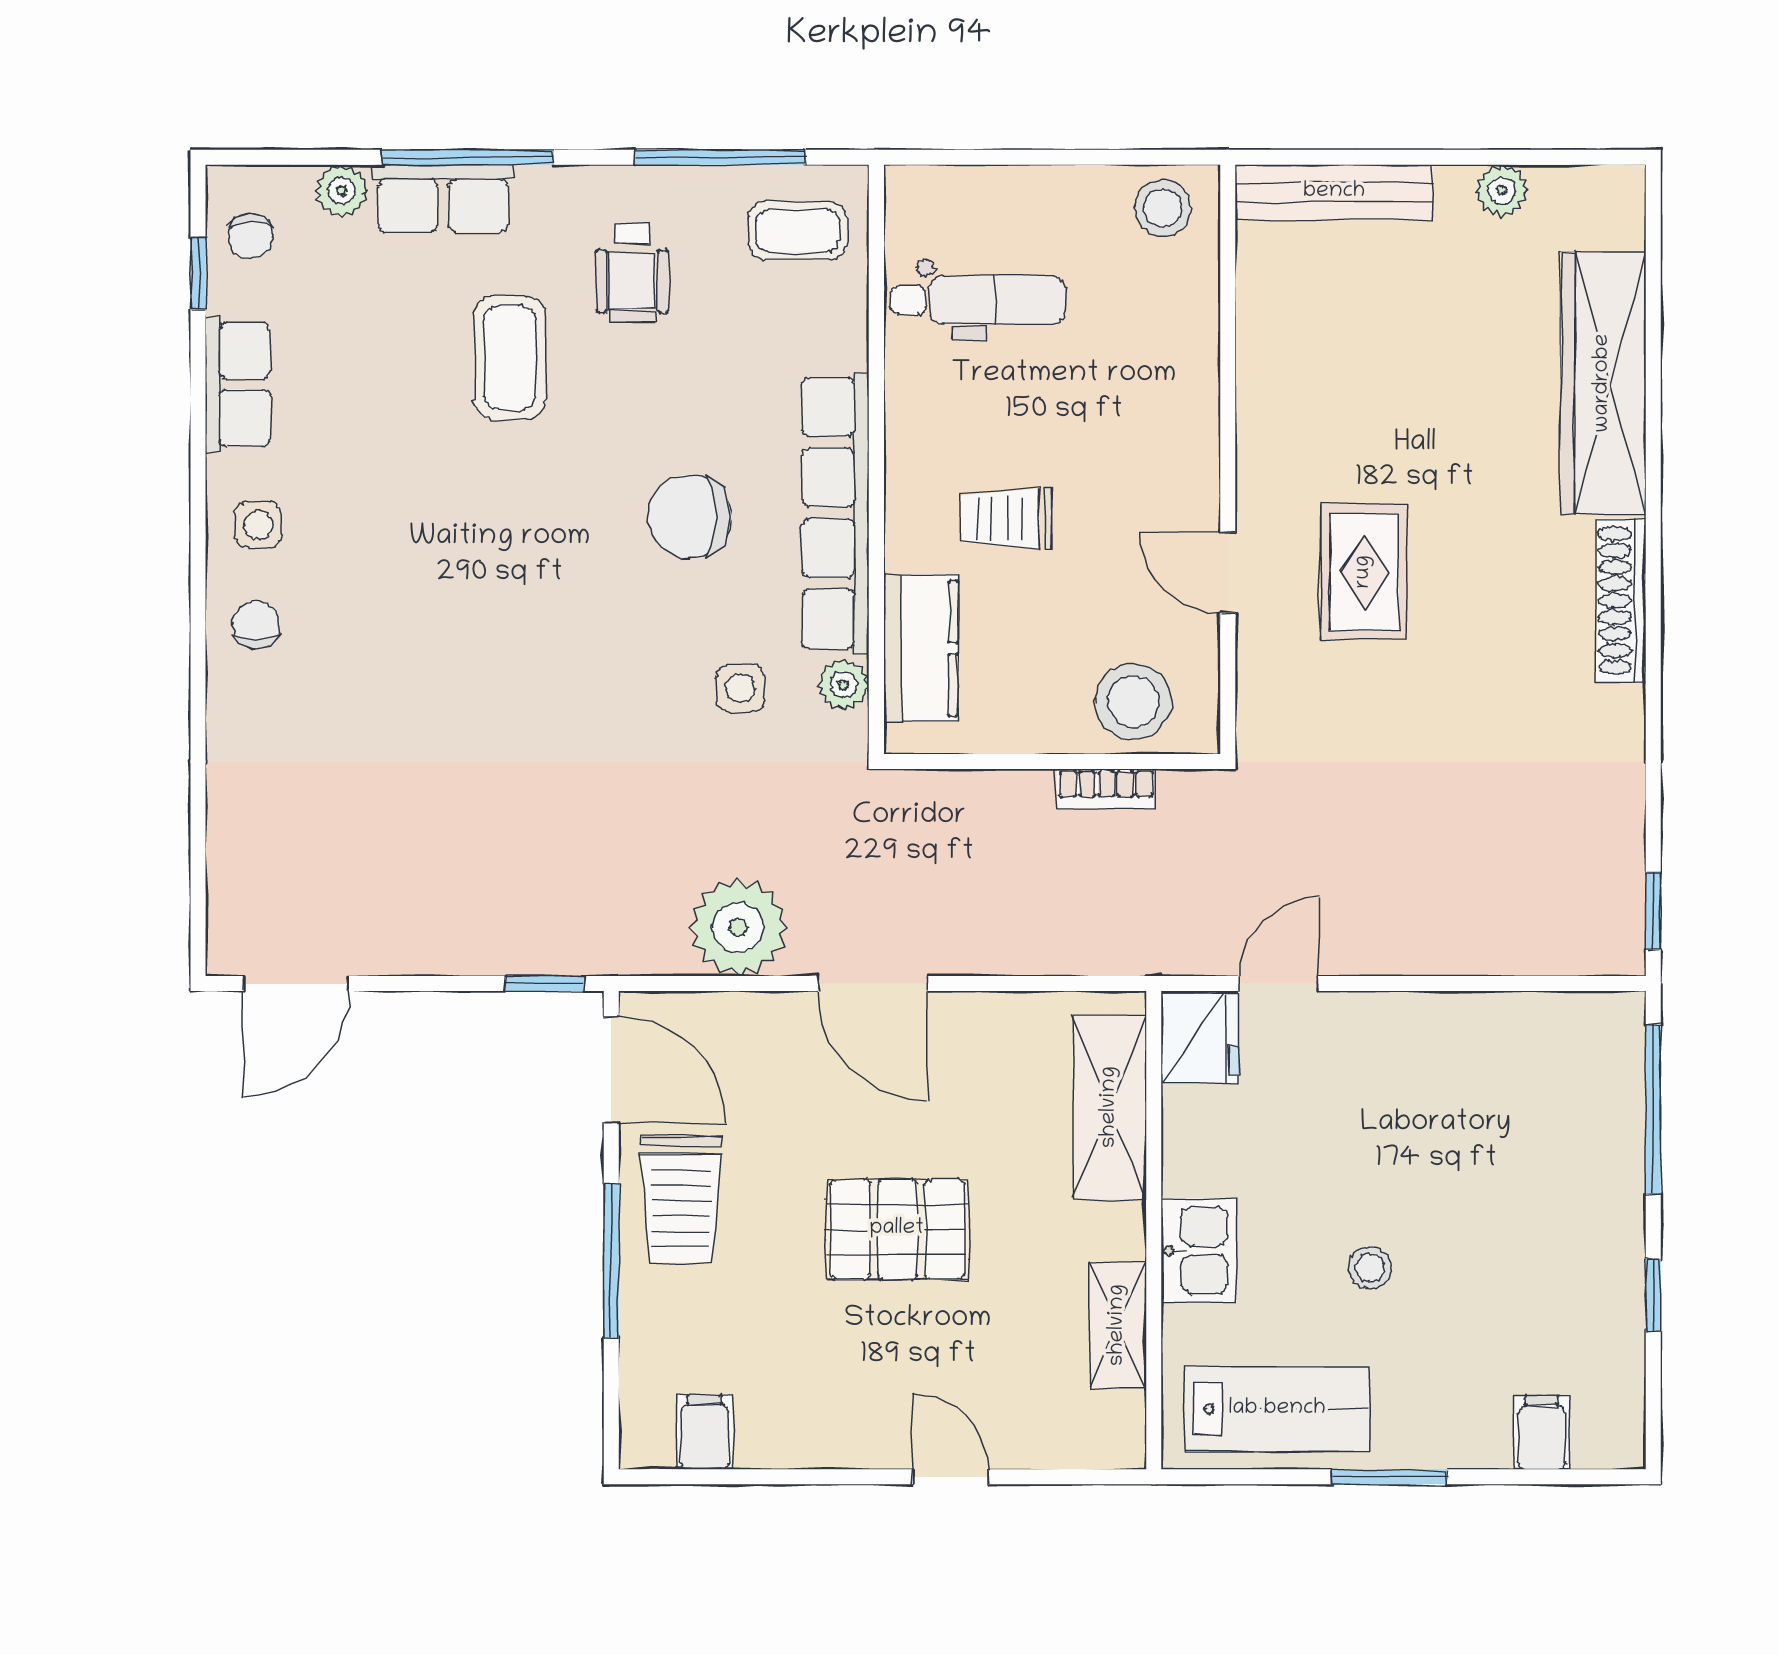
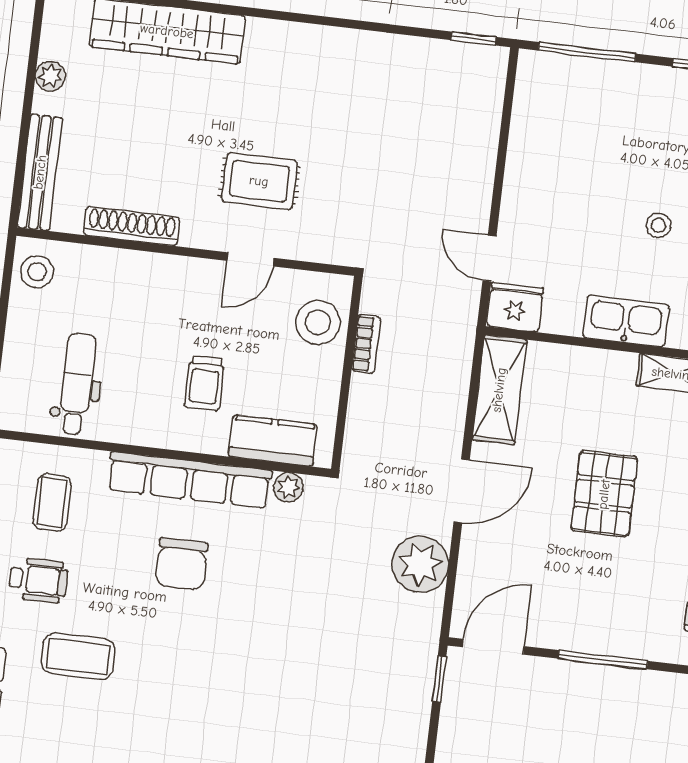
coffee table: (798, 230) -> (52, 502), moved
shoe rack: (1621, 600) -> (132, 226), moved, turned 180
side table: (741, 688) -> (283, 546), removed
shelving: (1110, 1107) -> (499, 390), moved, turned 90
trolley: (681, 1200) -> (572, 616), removed
kitchen sink: (1199, 1250) -> (626, 321), width x1.38

